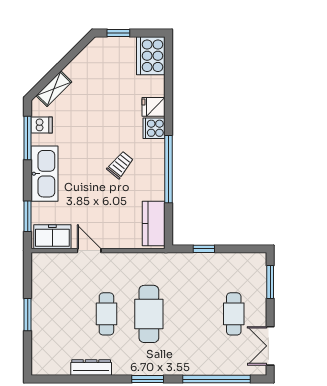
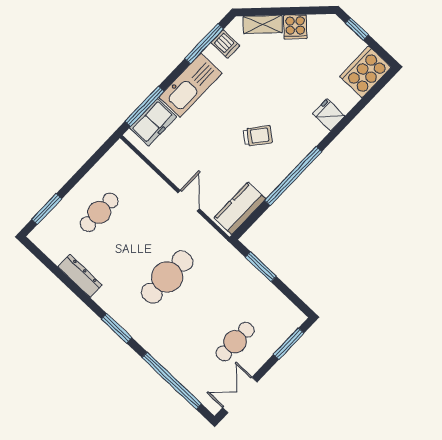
cooker: (154, 128) -> (295, 27), moved, turned -135
window: (28, 216) -> (145, 106), width x1.44
freezer: (52, 237) -> (153, 122), moved, turned 90
window: (204, 249) -> (261, 267), width x1.50
door: (89, 251) -> (189, 201), moved
cafe table: (106, 314) -> (99, 212), moved
window: (28, 315) -> (47, 209), moved

